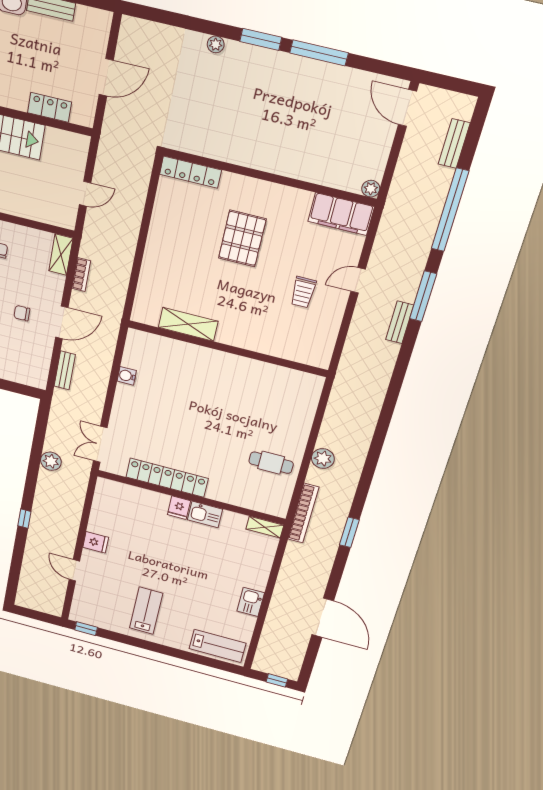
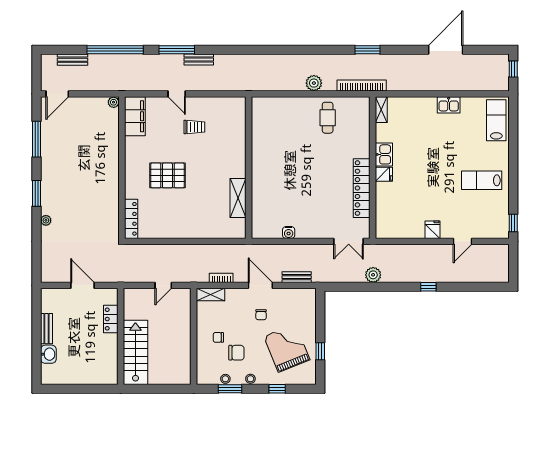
window: (319, 53) -> (36, 139), moved
door: (85, 194) -> (163, 285), swing flipped

